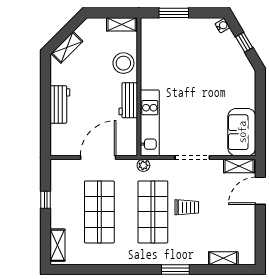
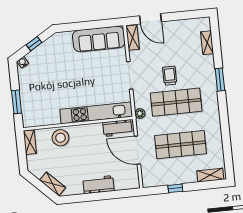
workbench: (128, 100) -> (117, 128), moved
kitchen unit: (150, 123) -> (96, 113), width x1.36
sofa: (242, 132) -> (99, 39), width x1.36

